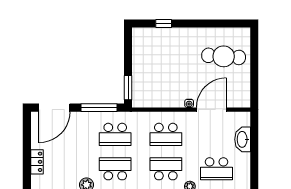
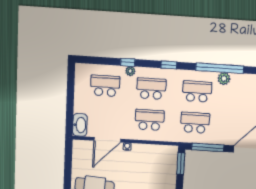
washbasin: (243, 139) -> (80, 125), moved
school desk: (115, 169) -> (197, 91), turned 180
school desk: (166, 169) -> (151, 89), turned 180

